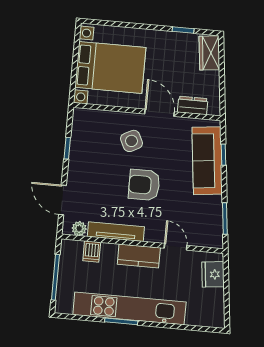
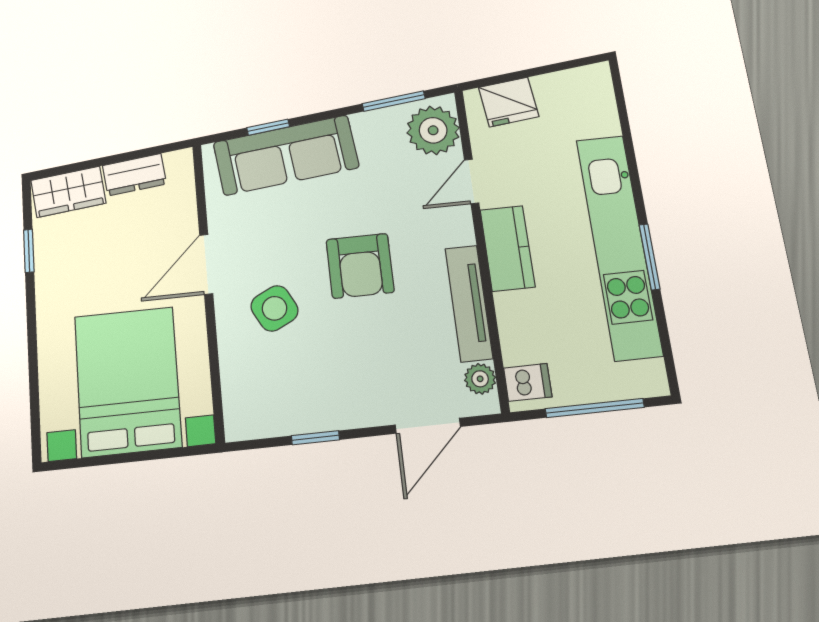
dresser: (193, 105) -> (134, 175), moved, turned -96
plant: (206, 234) -> (433, 130), added
dishwasher: (92, 252) -> (528, 382), moved

